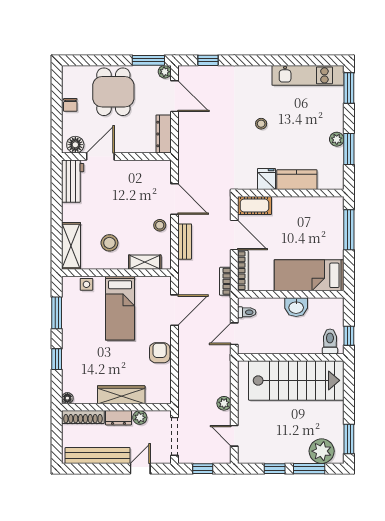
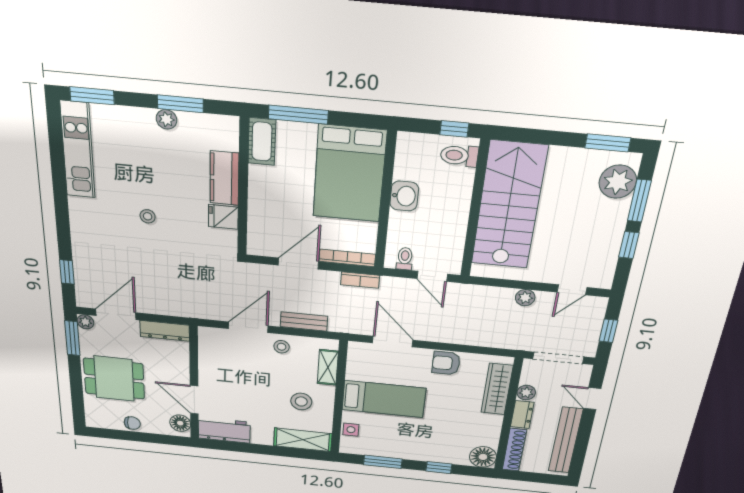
cot: (254, 206) -> (262, 142), moved
bed: (309, 275) -> (349, 174), width x1.50
wardrobe: (121, 395) -> (497, 389), moved
floor lamp: (67, 398) -> (483, 457), width x1.89, depth x1.89

